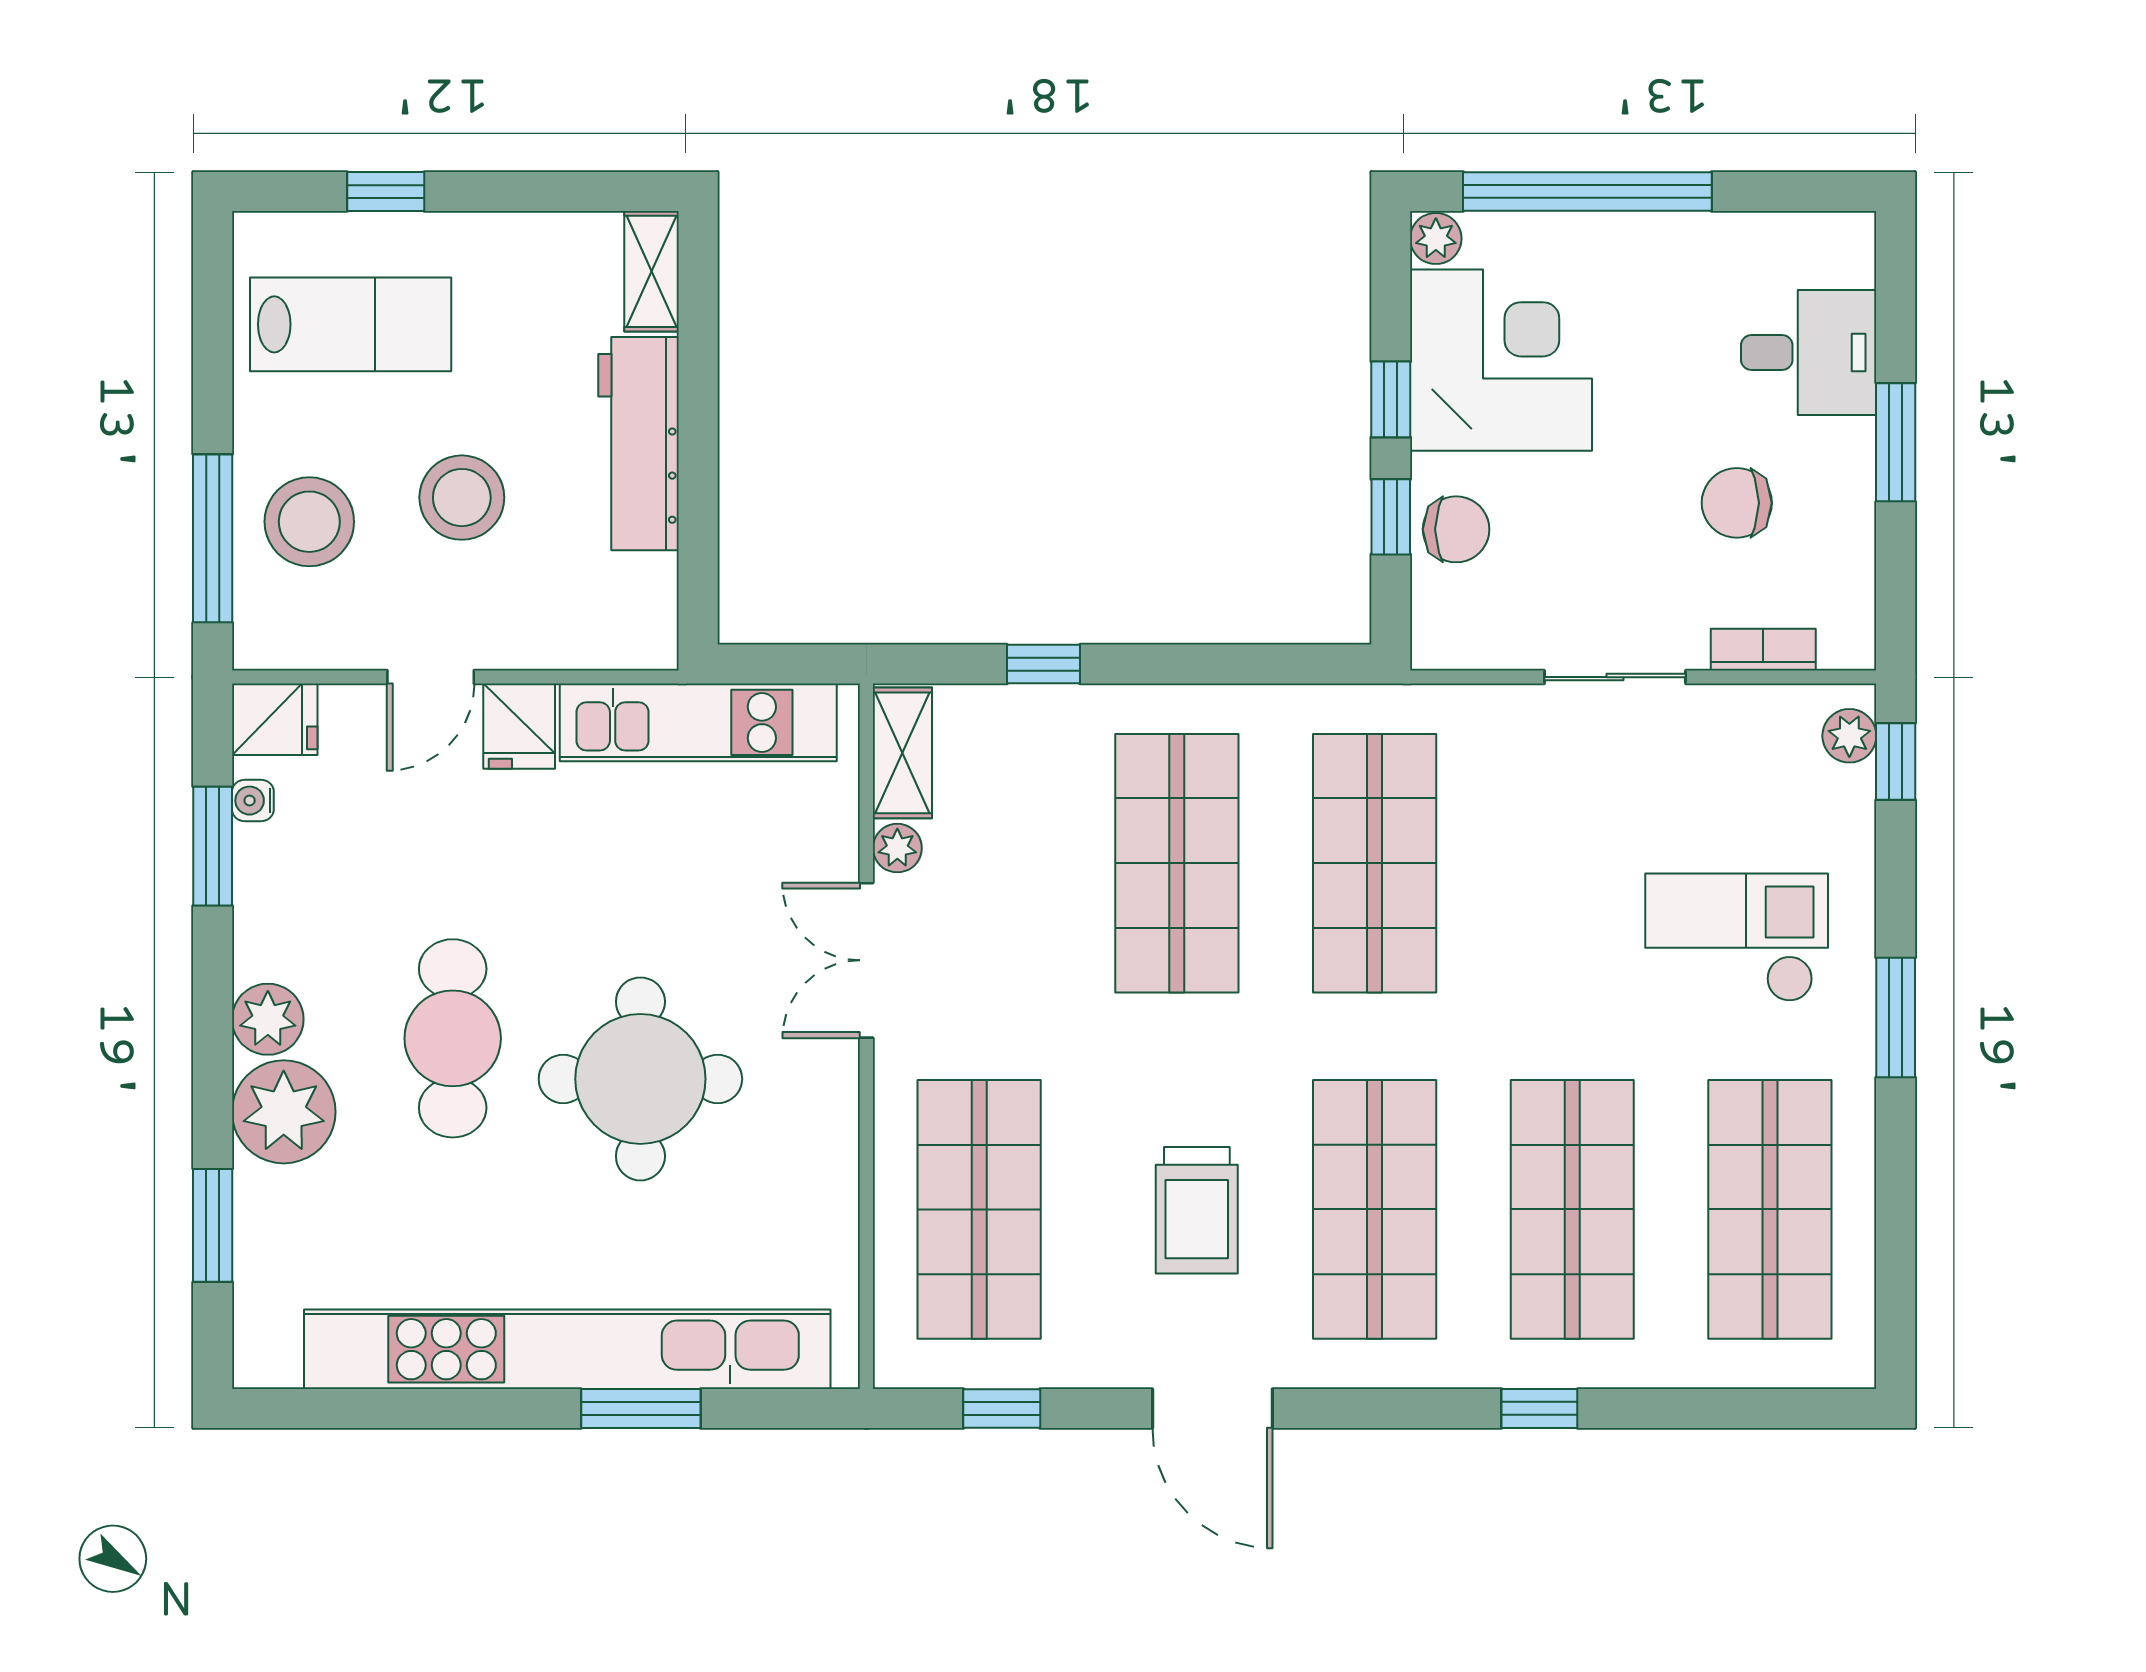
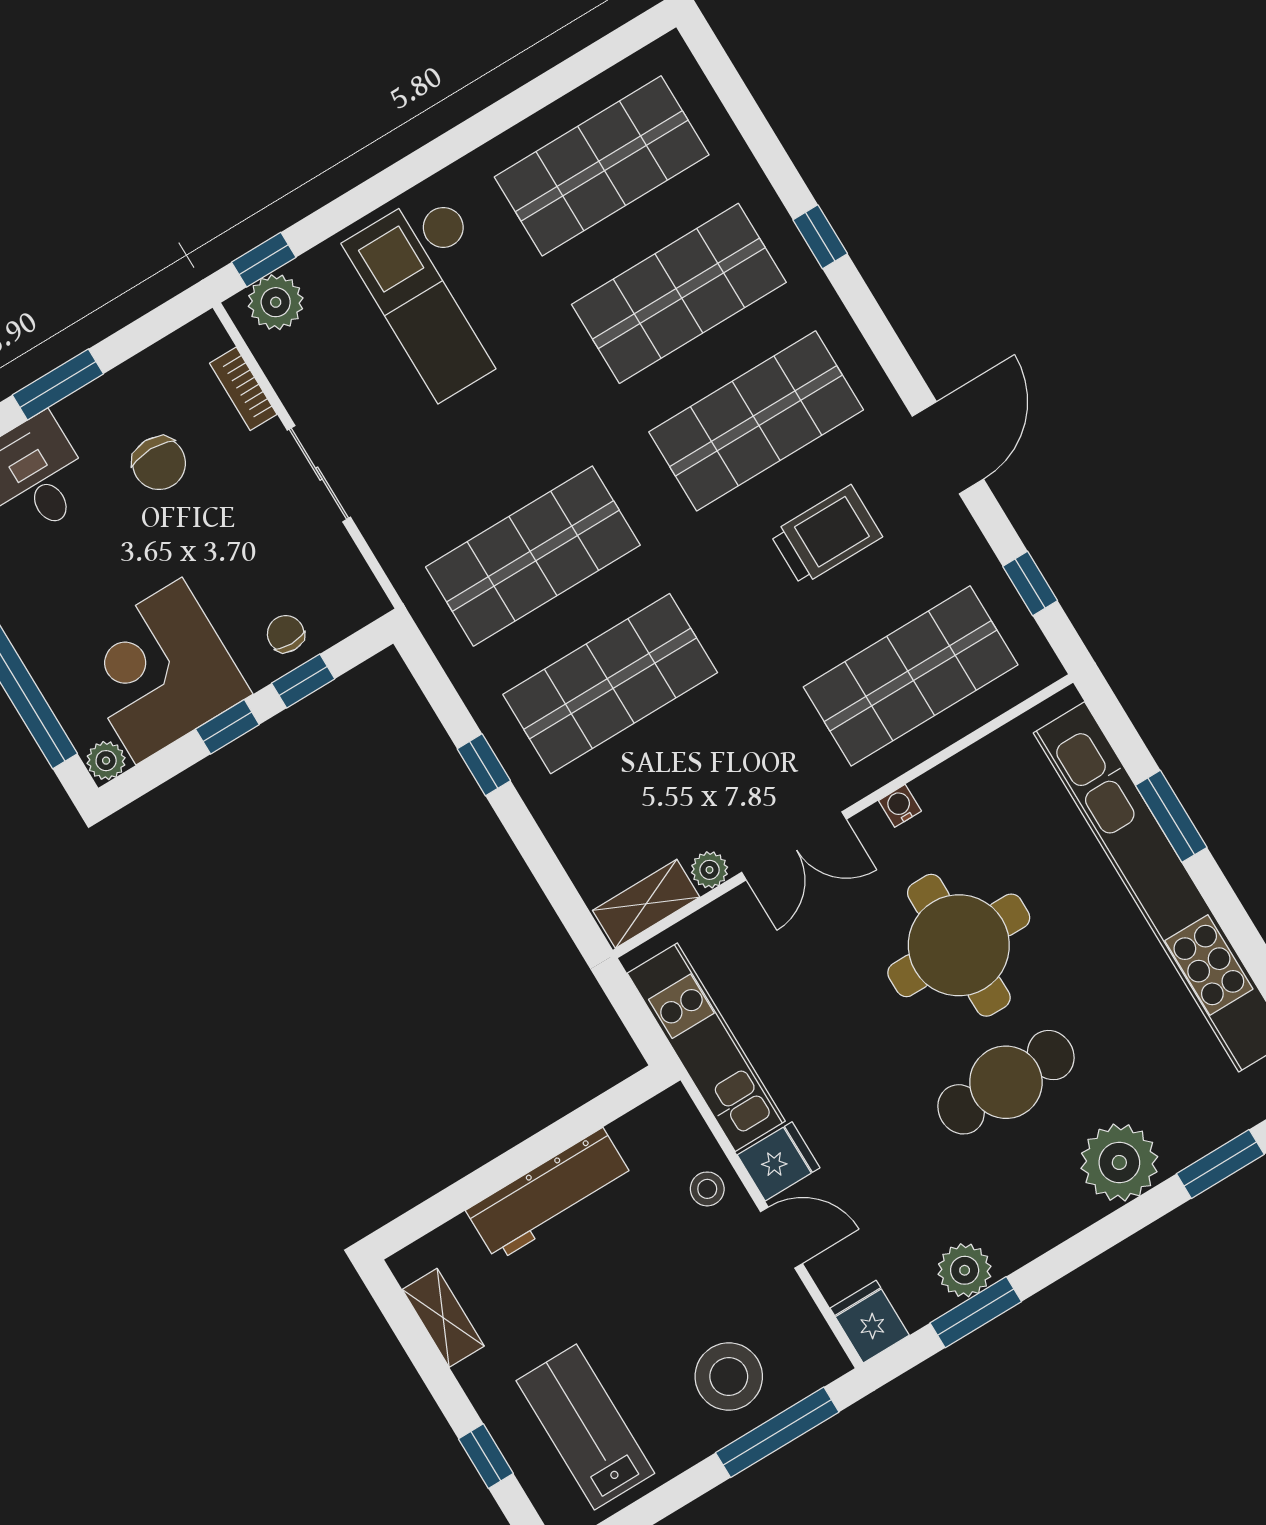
shelving: (652, 271) -> (443, 1318), moved, turned 90
stool: (462, 498) -> (707, 1189), moved, width x0.53, depth x0.53
chair: (1456, 529) -> (286, 634), width x0.73, depth x0.73
window: (1043, 664) -> (484, 765), moved
plant: (1849, 736) -> (276, 302), width x1.38, depth x1.38
water cooler: (253, 801) -> (900, 806), moved, turned 180
checkout: (1737, 938) -> (439, 293), width x1.36, depth x1.21
window: (1896, 1018) -> (429, 160), removed
plant: (268, 1019) -> (965, 1270), moved

